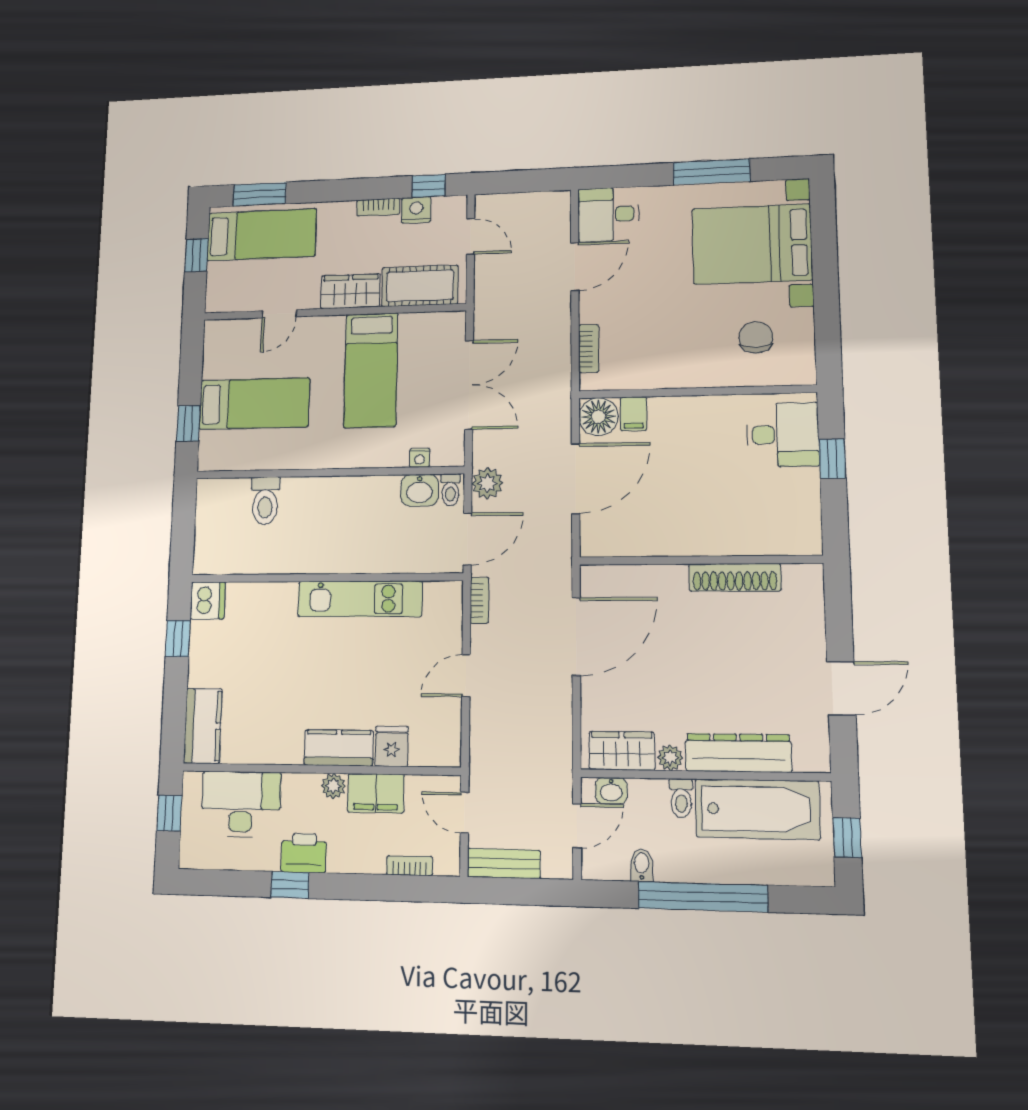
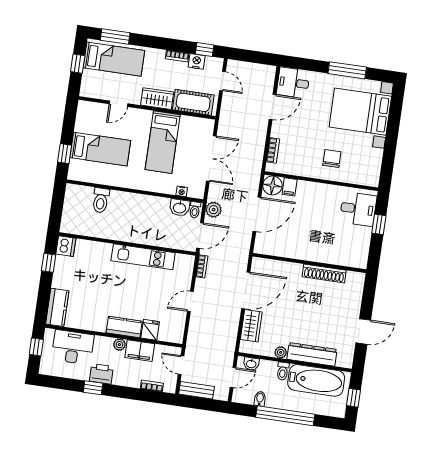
chair: (756, 337) -> (332, 159), moved
wardrobe: (622, 751) -> (251, 326), moved, turned 90

